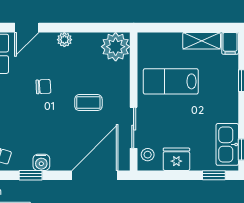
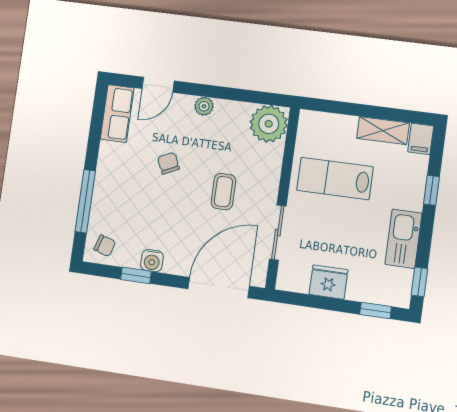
chair: (43, 87) -> (168, 163), turned -112
coffee table: (88, 103) -> (223, 192), turned 90
kitchen sink: (227, 144) -> (404, 239), moved
stool: (148, 155) -> (291, 270), removed

